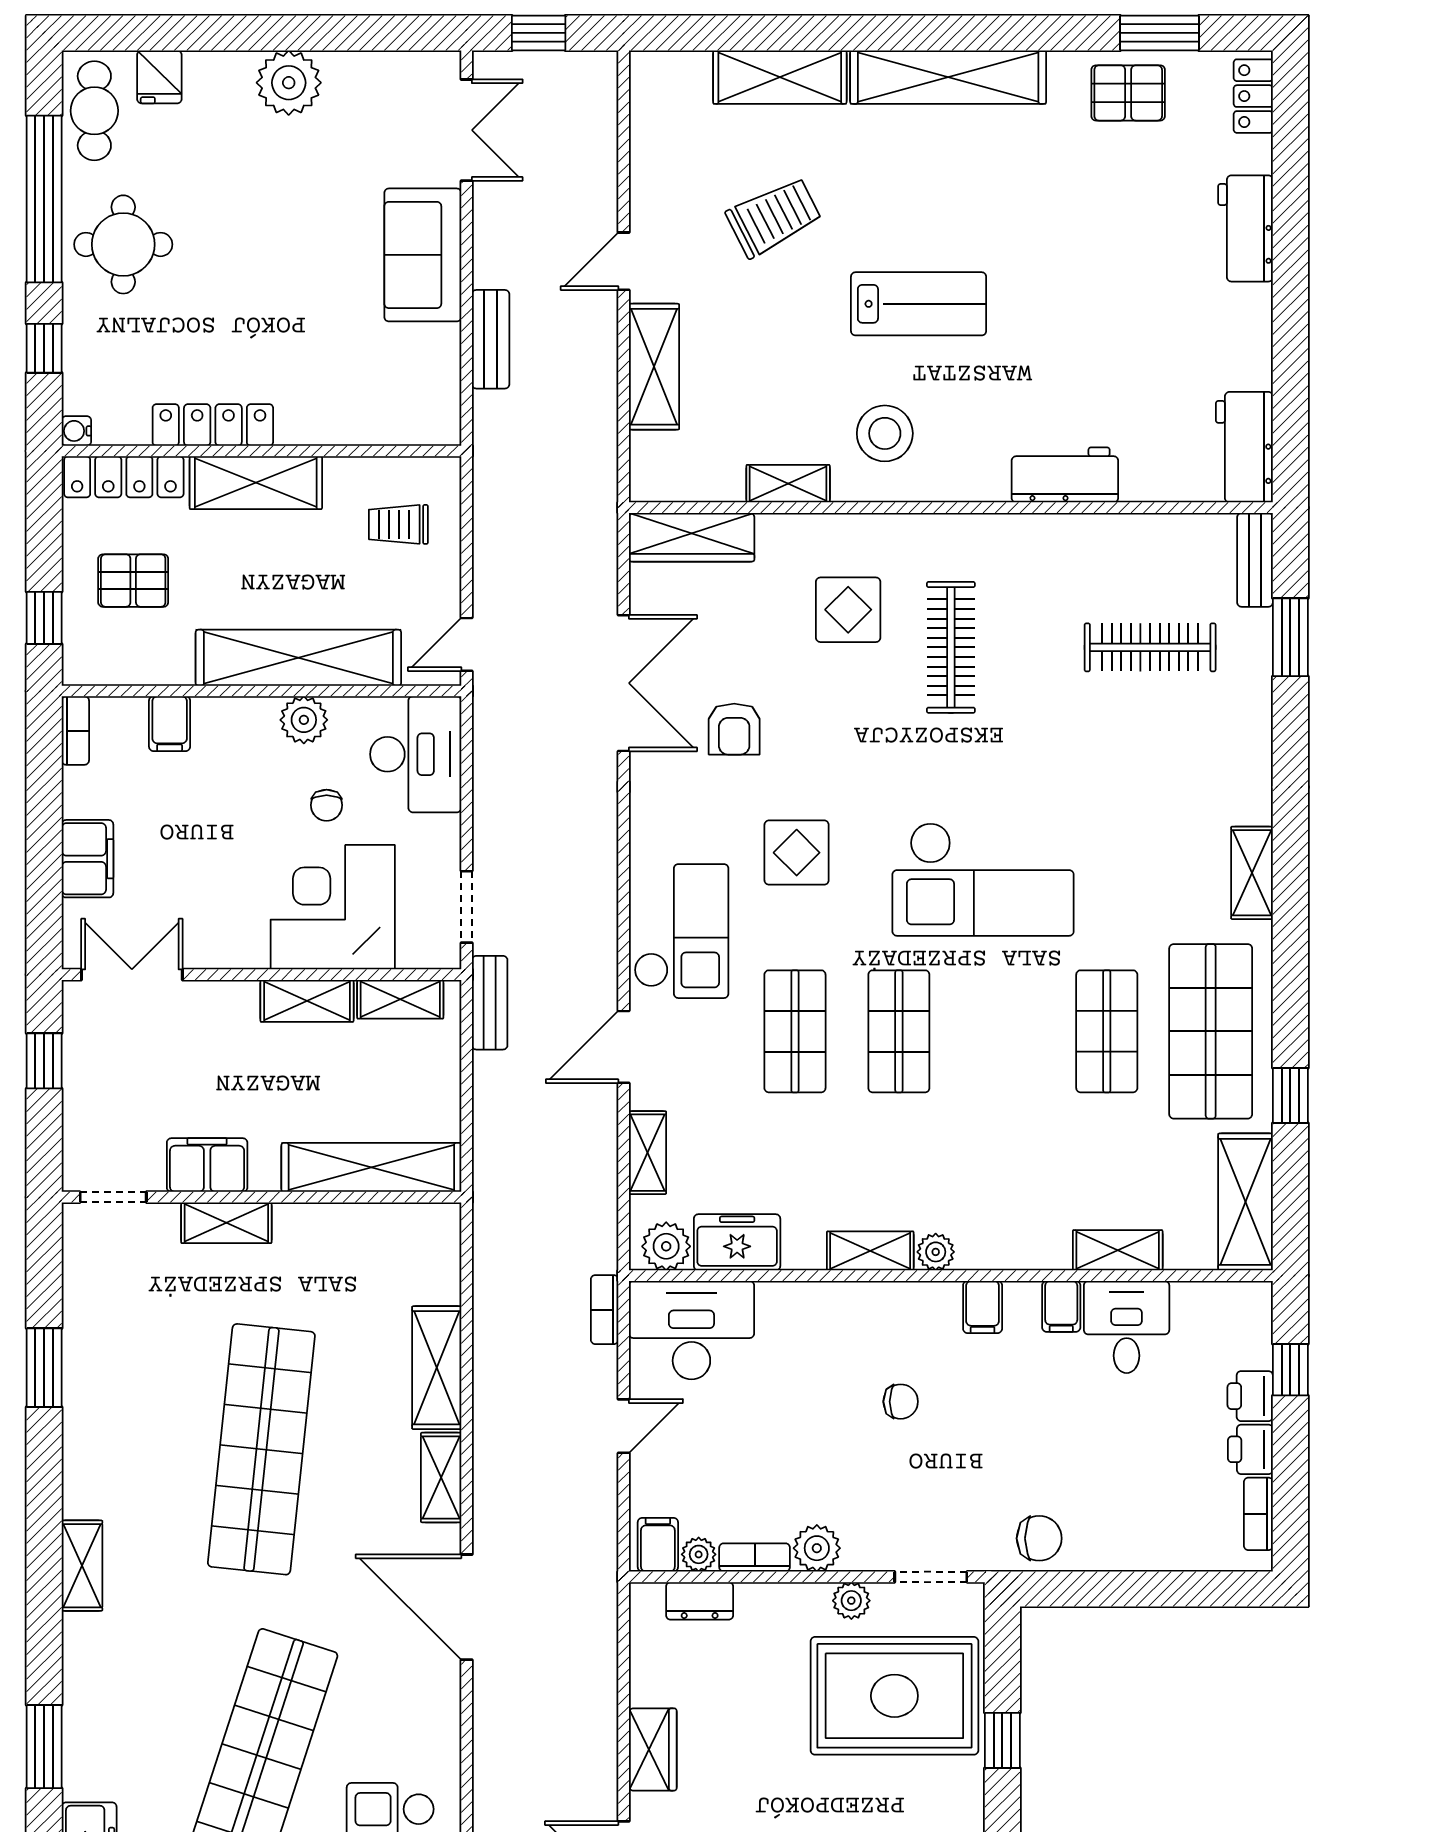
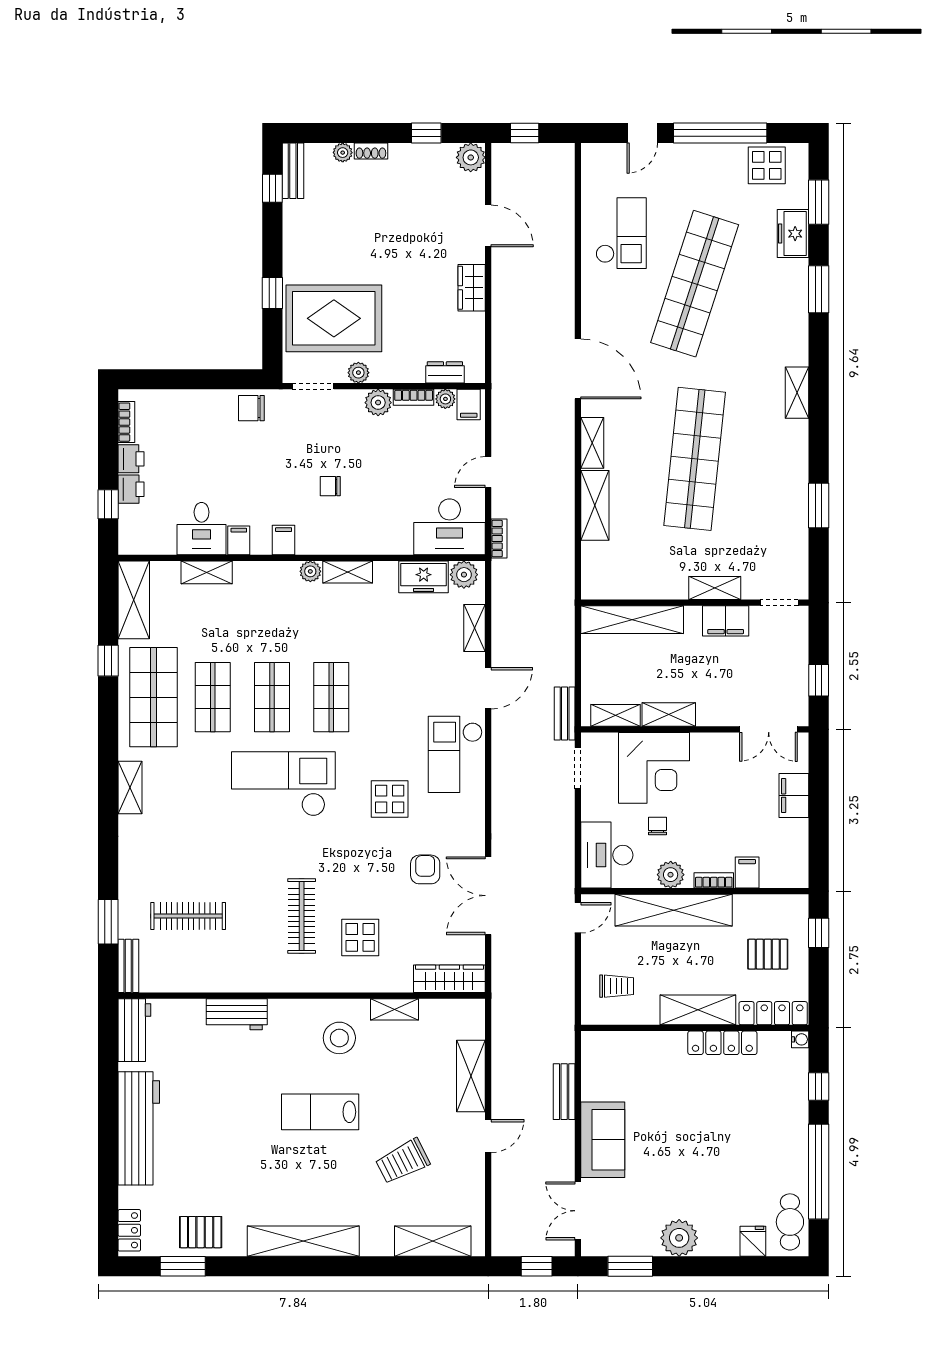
window: (374, 33) -> (630, 1266), added
shelving: (780, 77) -> (433, 1241), moved
workbench: (1245, 228) -> (139, 1128), width x1.88, depth x1.32
round table: (123, 244) -> (773, 1146), removed
bookcase: (75, 731) -> (714, 880), moved, turned 90
shop shelf: (795, 1031) -> (272, 697), moved

